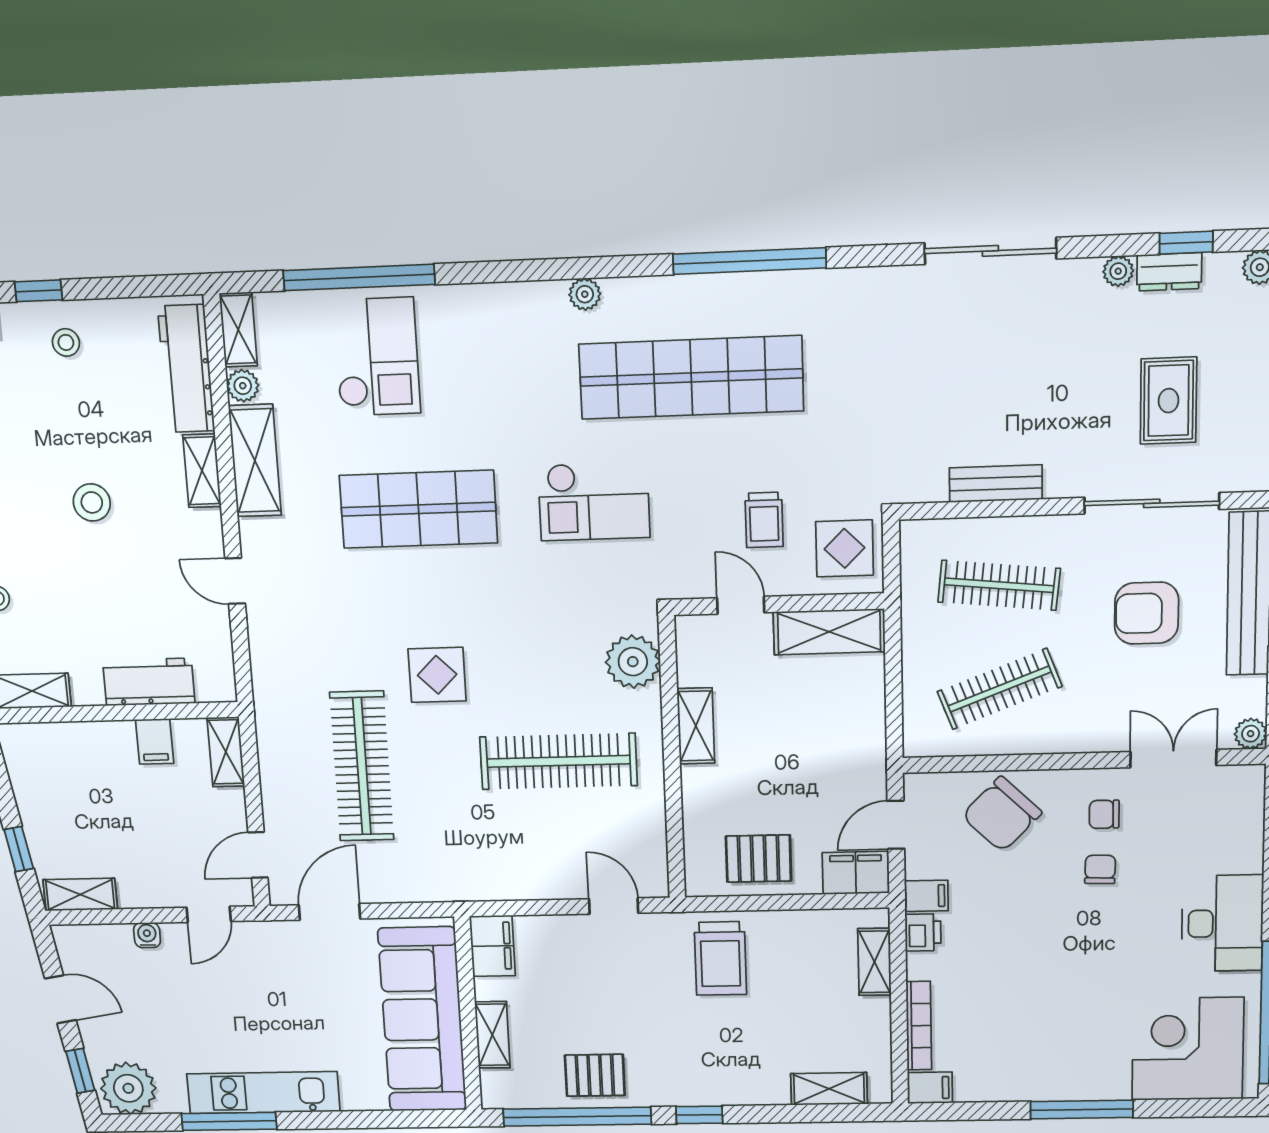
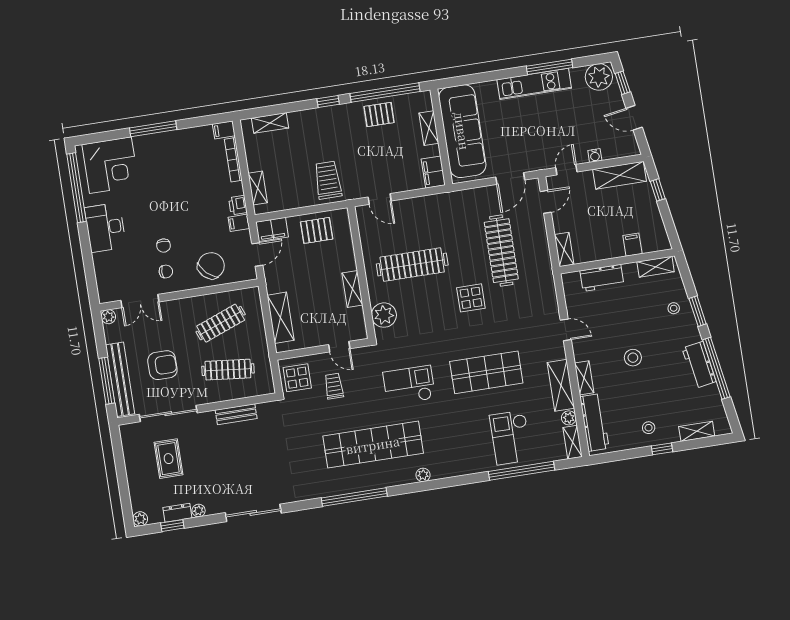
shelving: (829, 632) -> (281, 318), moved, turned 90
filing cabinet: (155, 742) -> (632, 245), moved
shelving: (80, 894) -> (620, 175), width x1.50, depth x1.33

